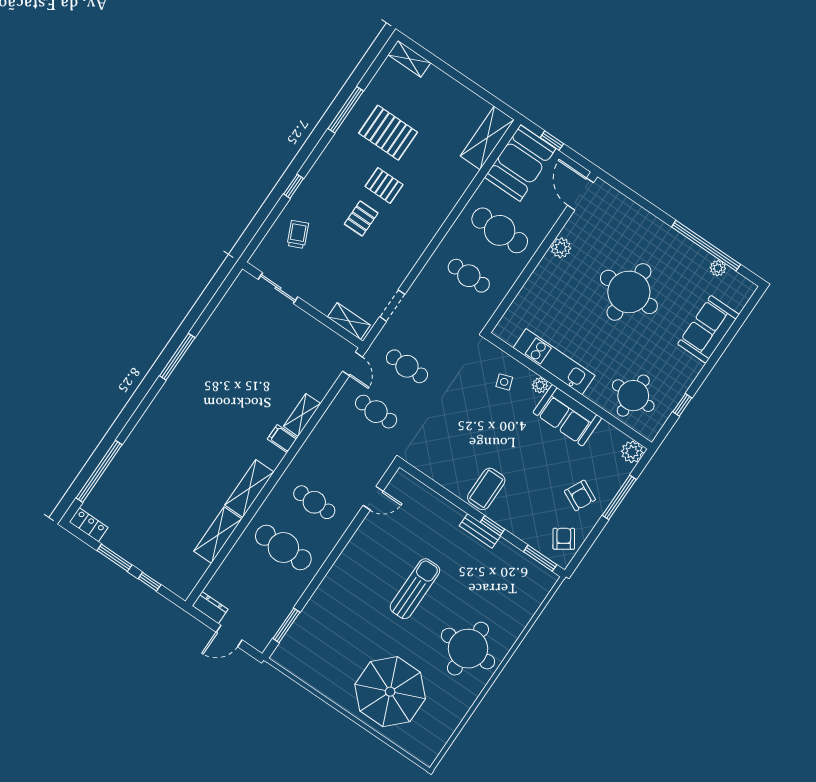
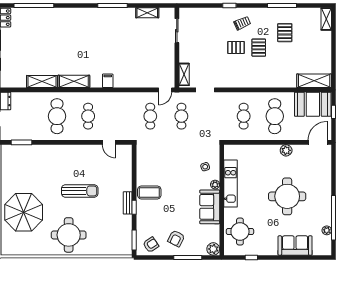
pallet: (388, 133) -> (285, 33), width x0.67, depth x0.71
trolley: (298, 234) -> (242, 23), moved
shelving: (302, 415) -> (147, 13), moved

